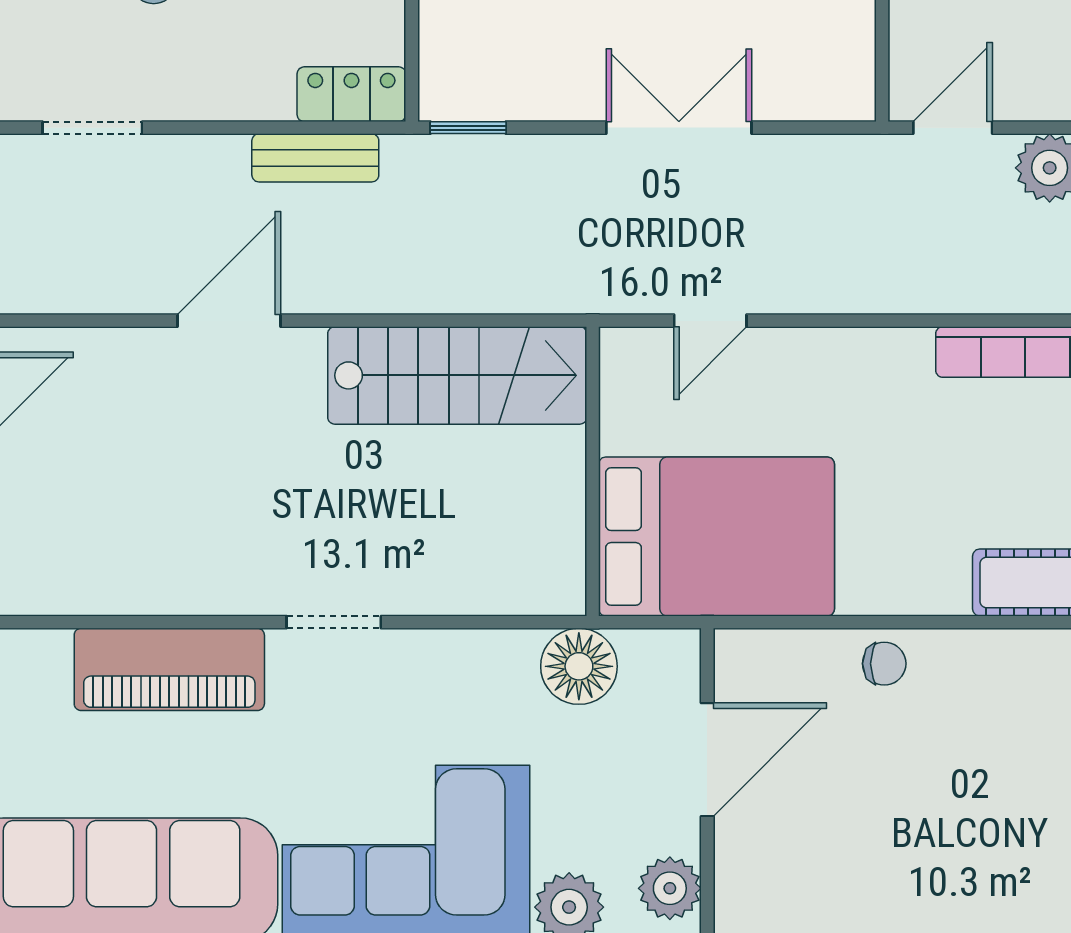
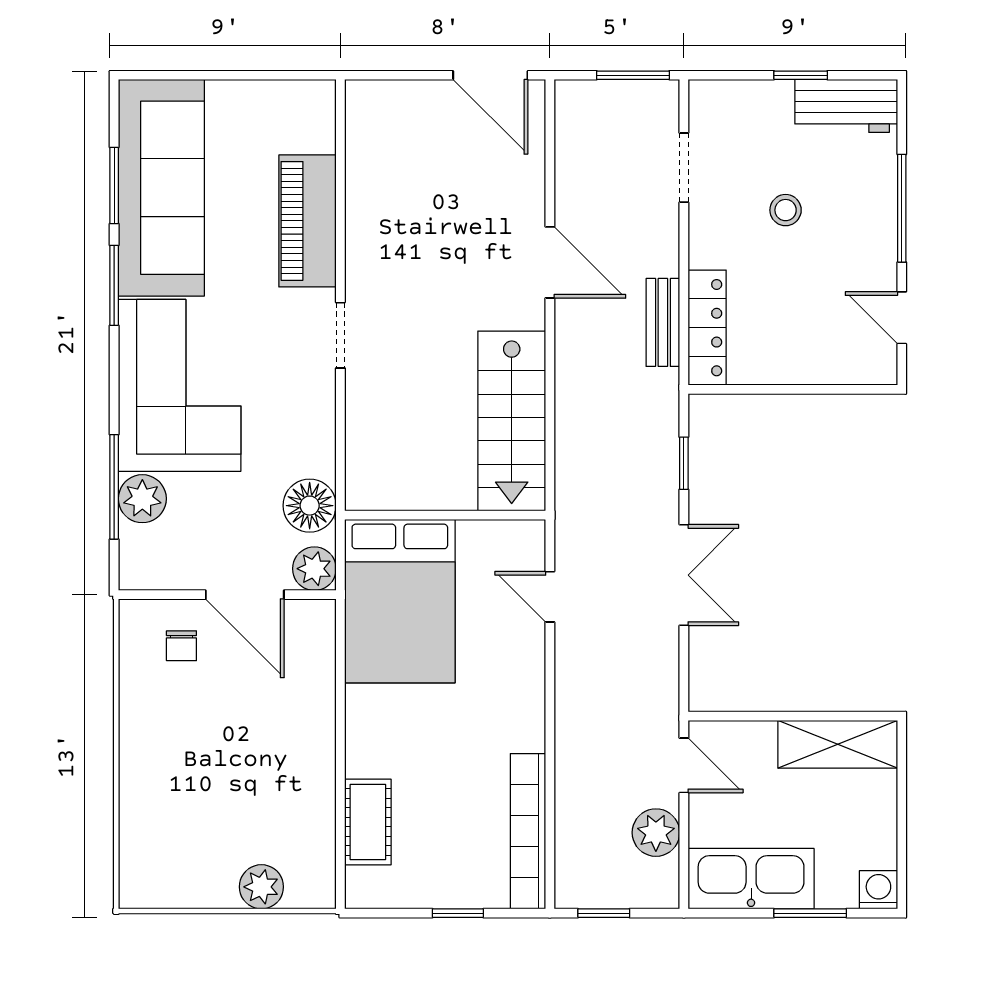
locker: (351, 94) -> (707, 328), width x1.53
window: (468, 128) -> (684, 463), moved
chair: (884, 664) -> (181, 646), moved
plant: (670, 888) -> (314, 569), moved

